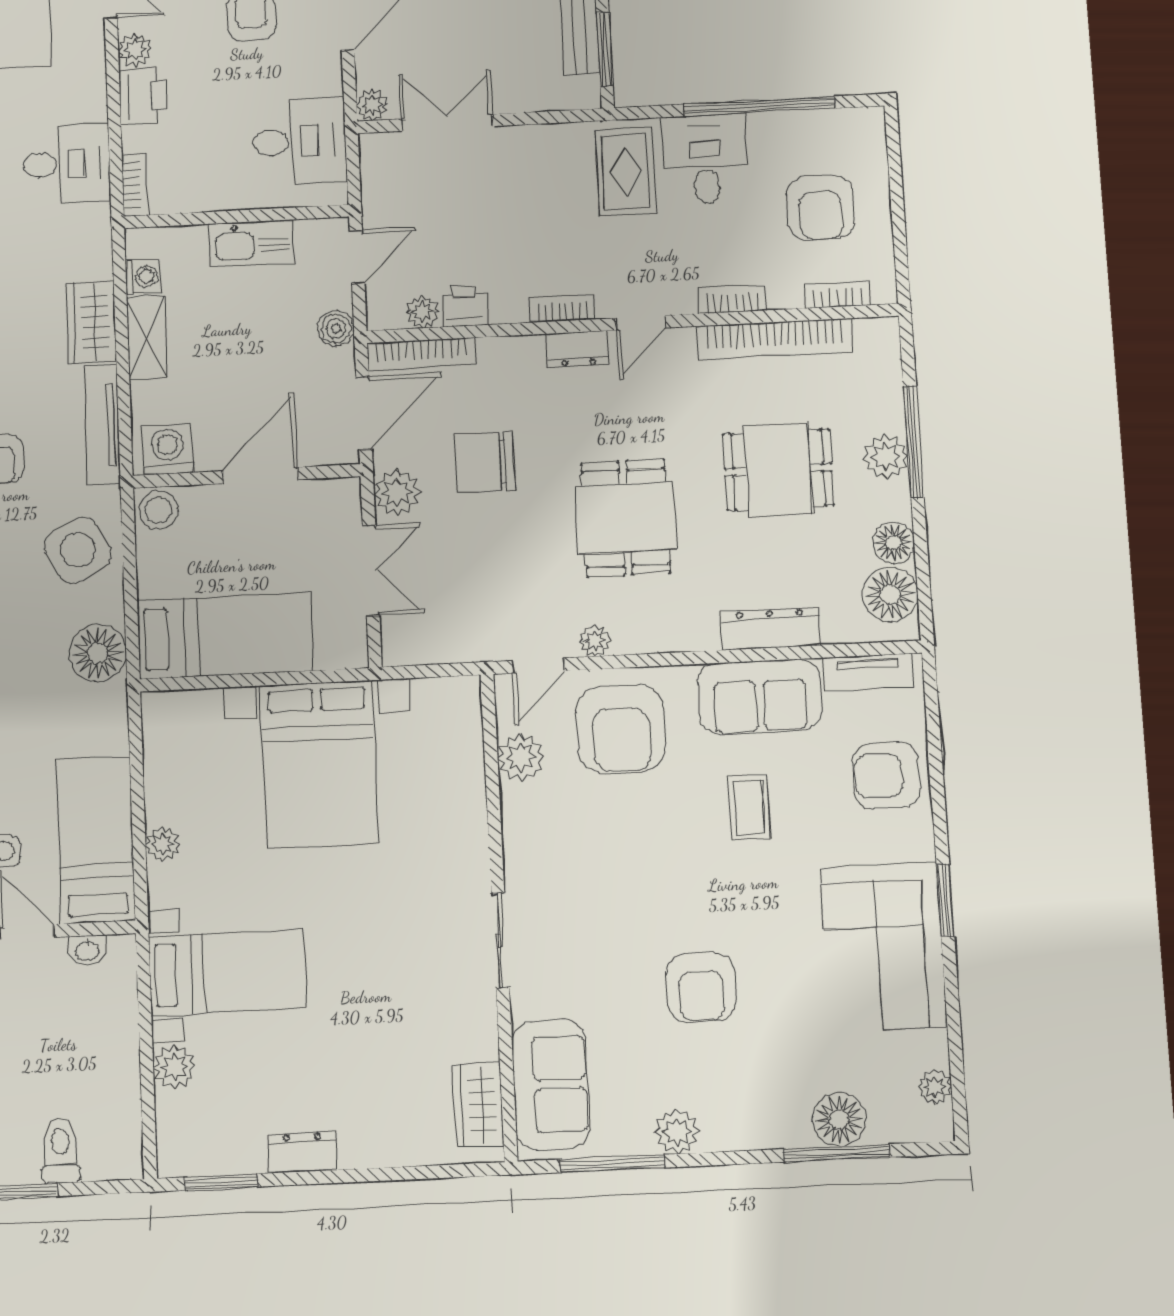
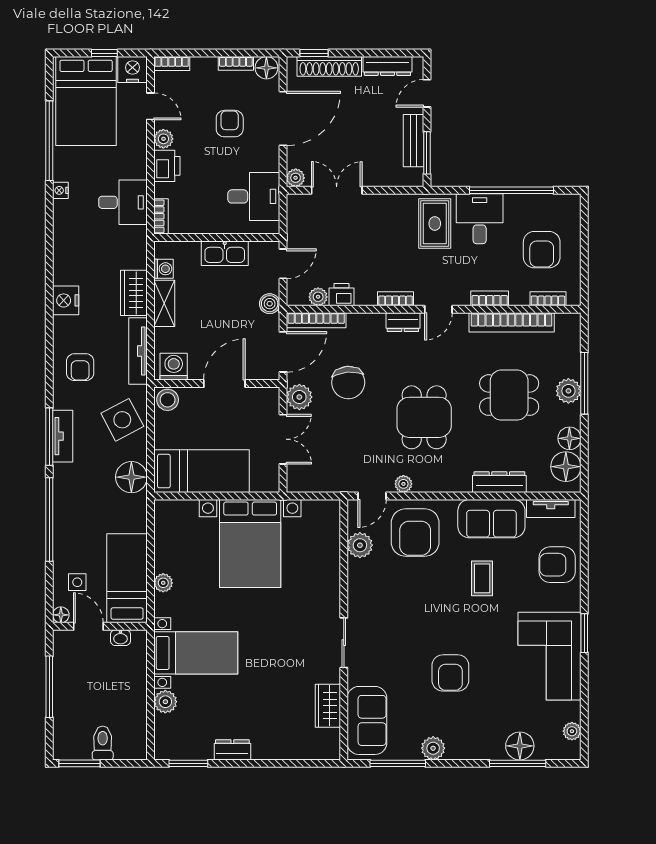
chair: (485, 462) -> (348, 383), turned -95
wardrobe: (479, 1105) -> (328, 706), moved

